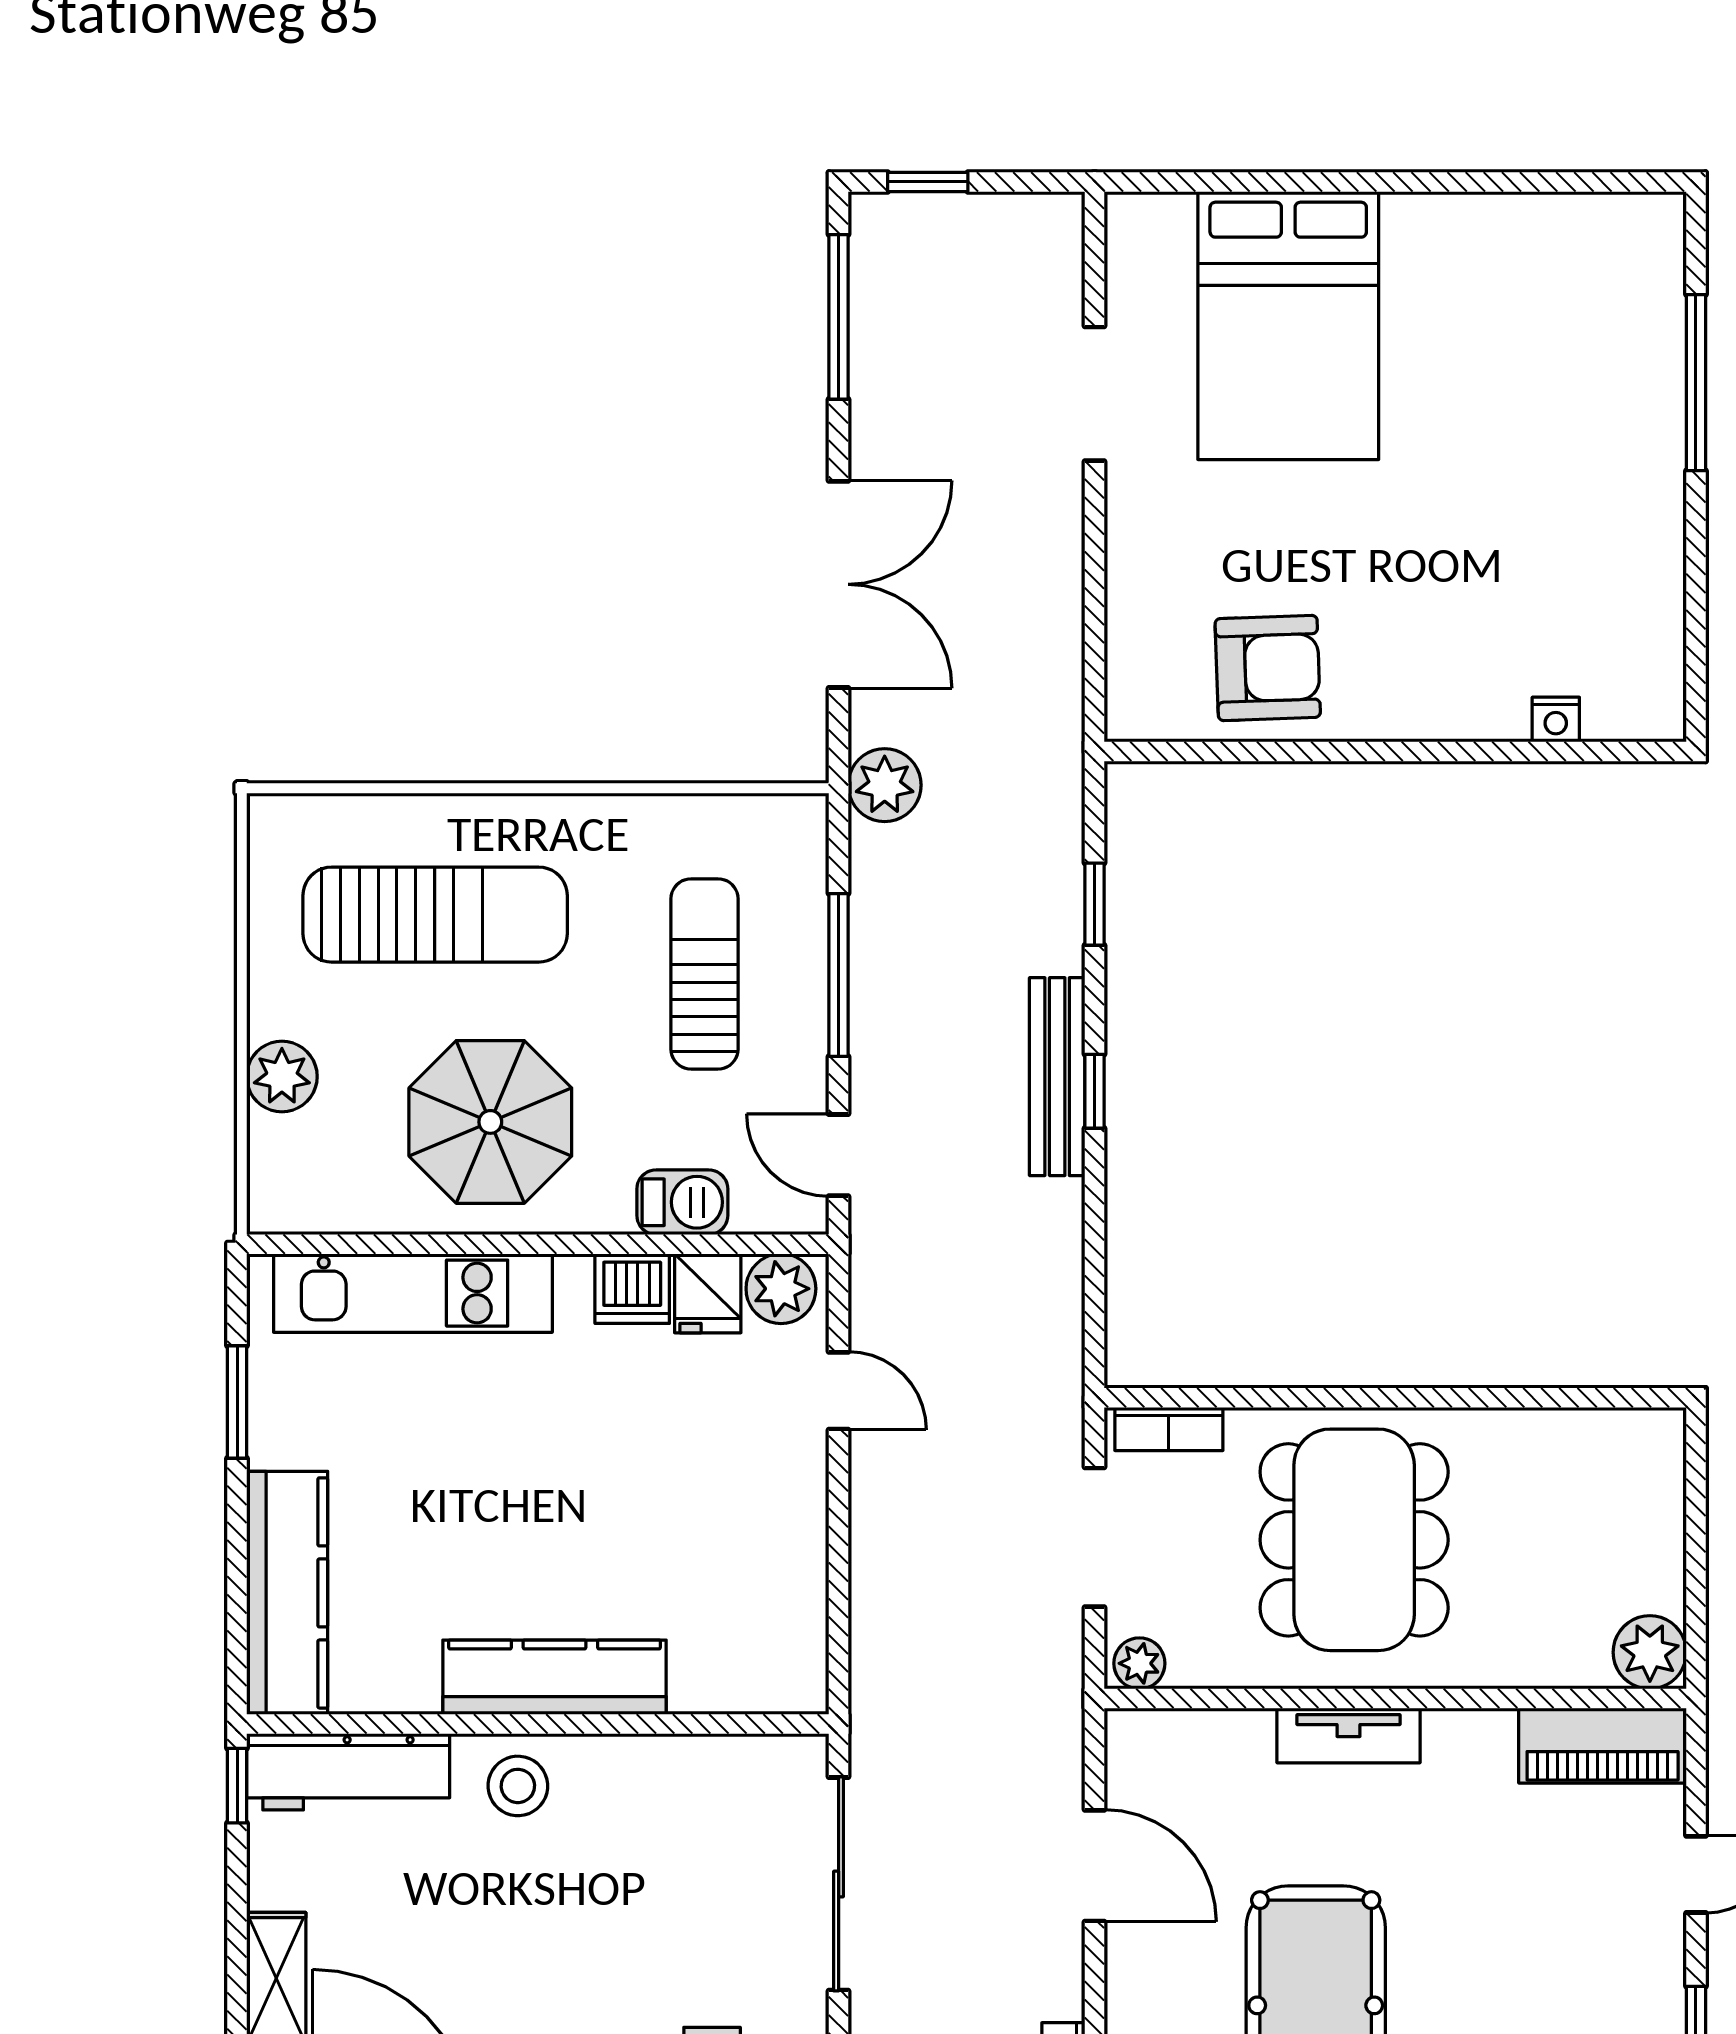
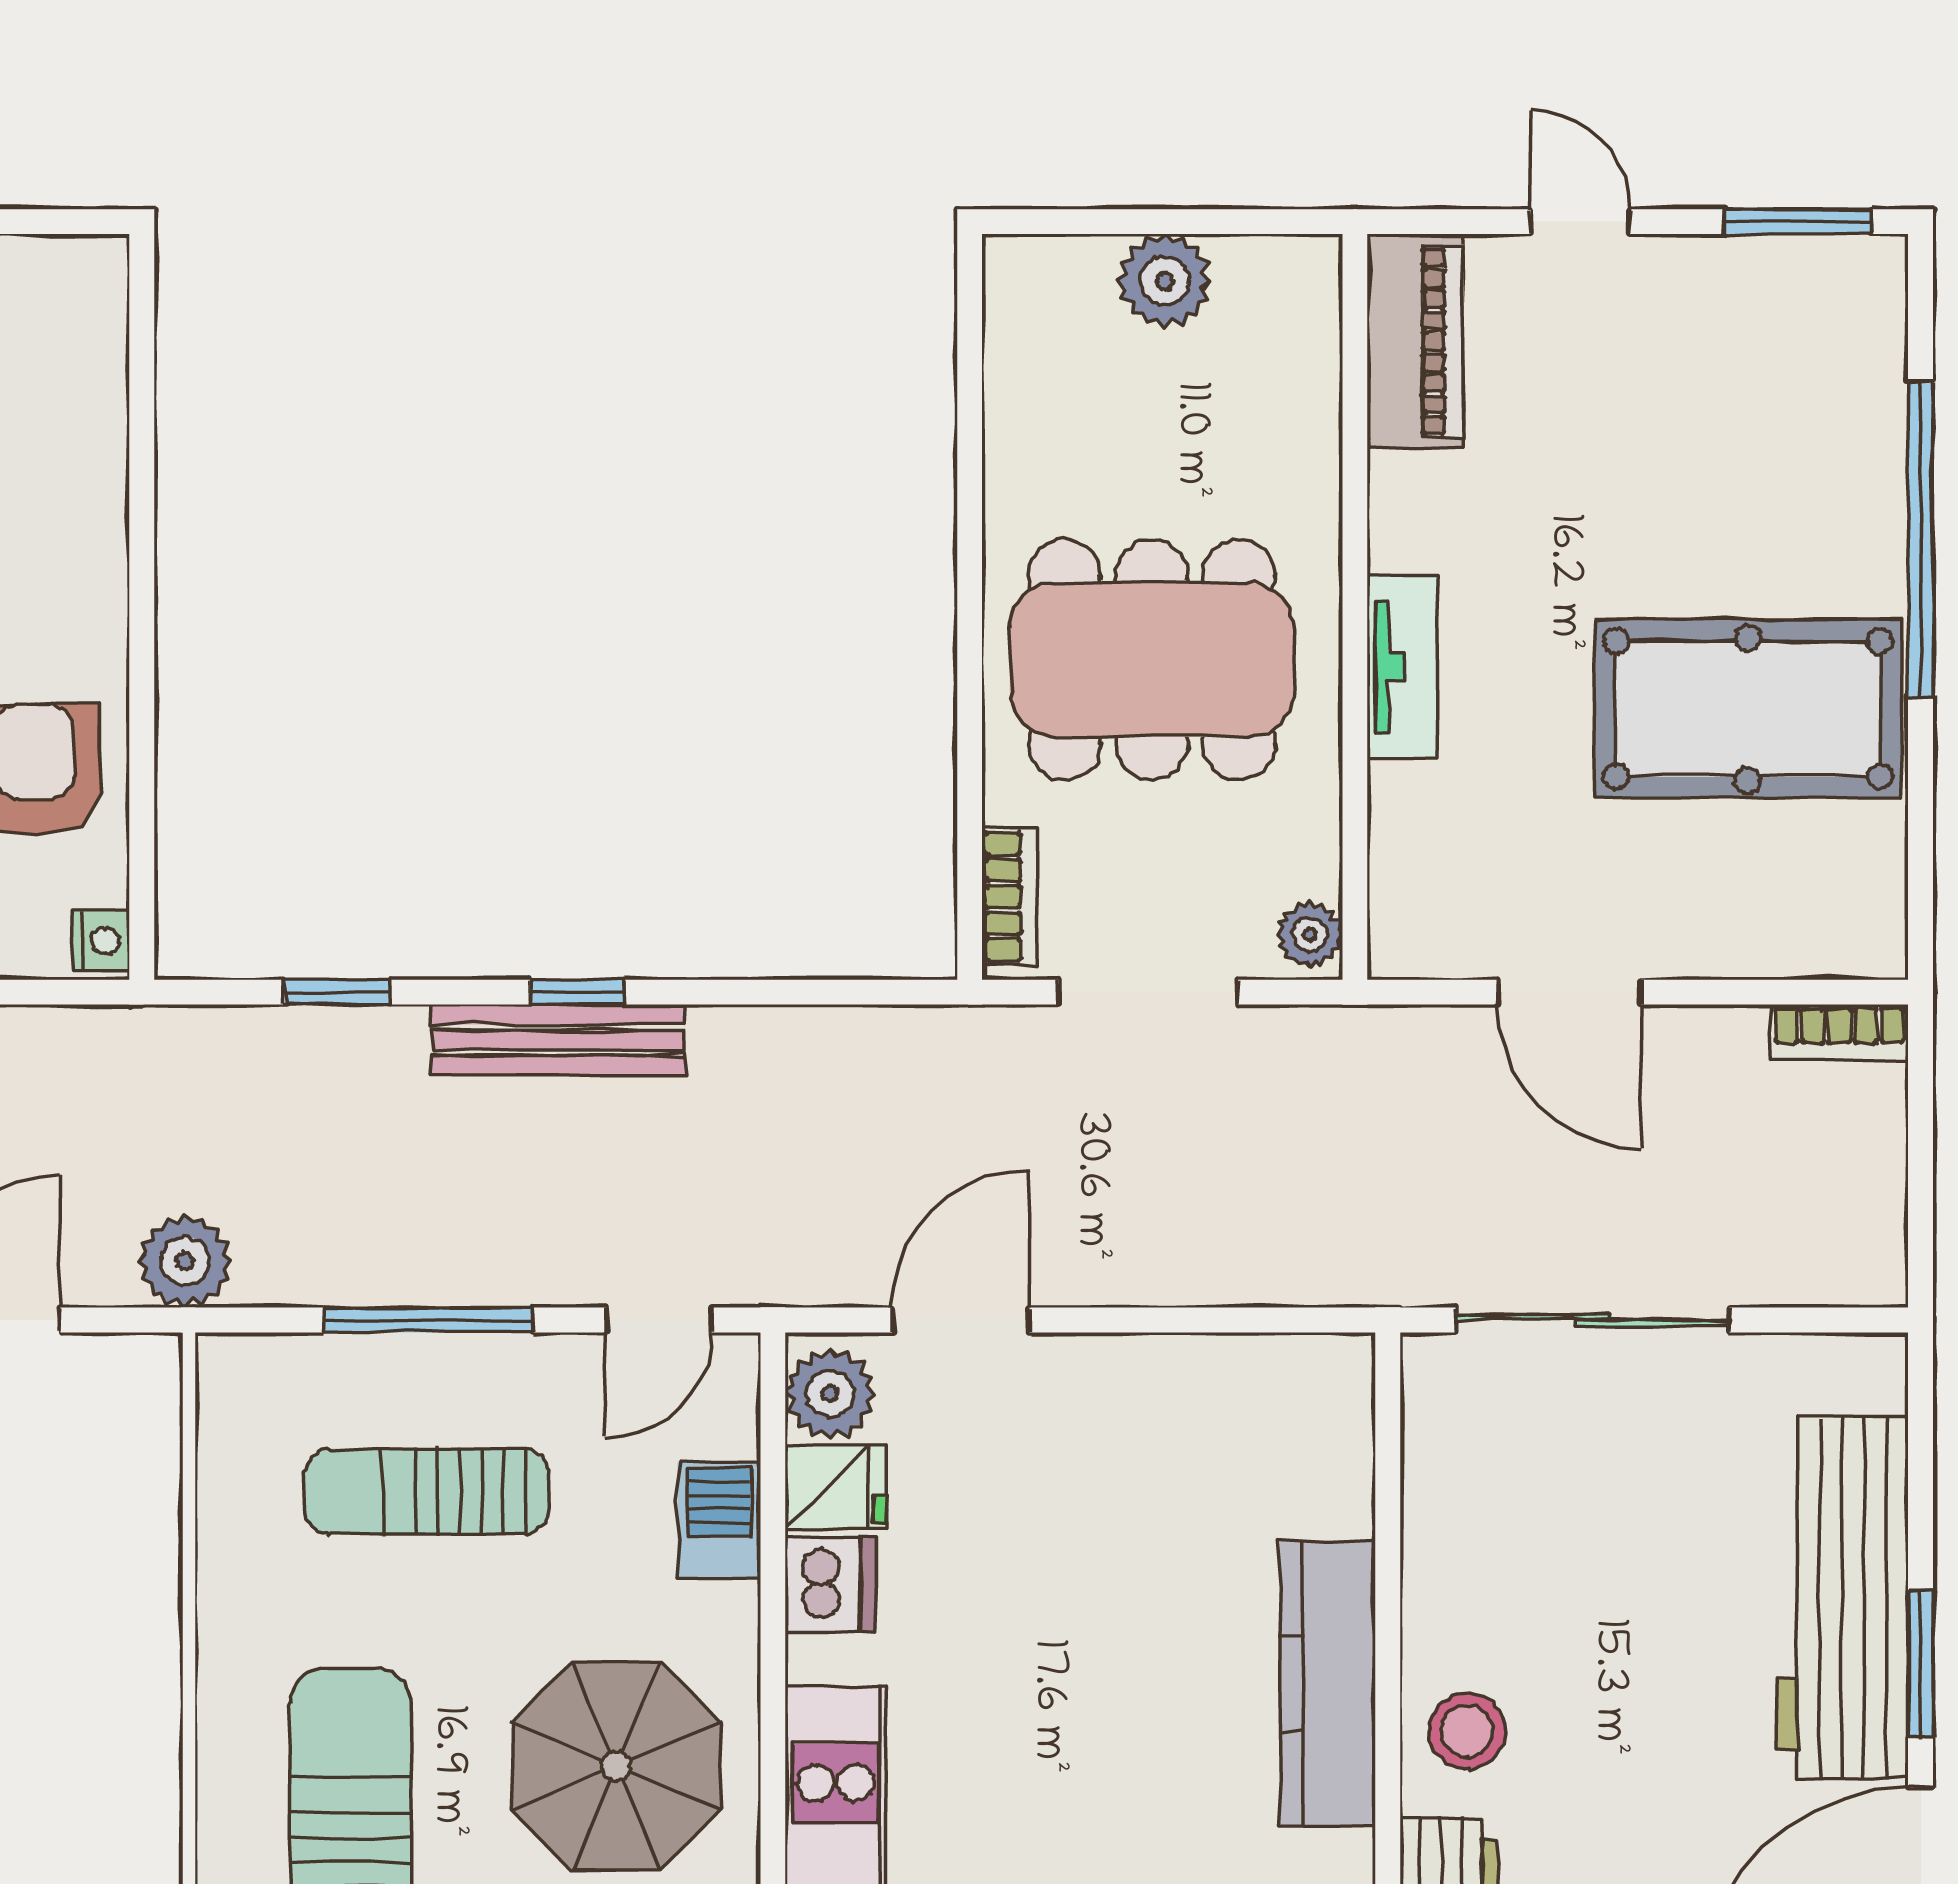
nightstand: (1556, 720) -> (101, 941), moved
door: (839, 1391) -> (961, 1320), width x1.37
plant: (1650, 1652) -> (1165, 281), moved
door: (1094, 1866) -> (1569, 992), swing flipped

